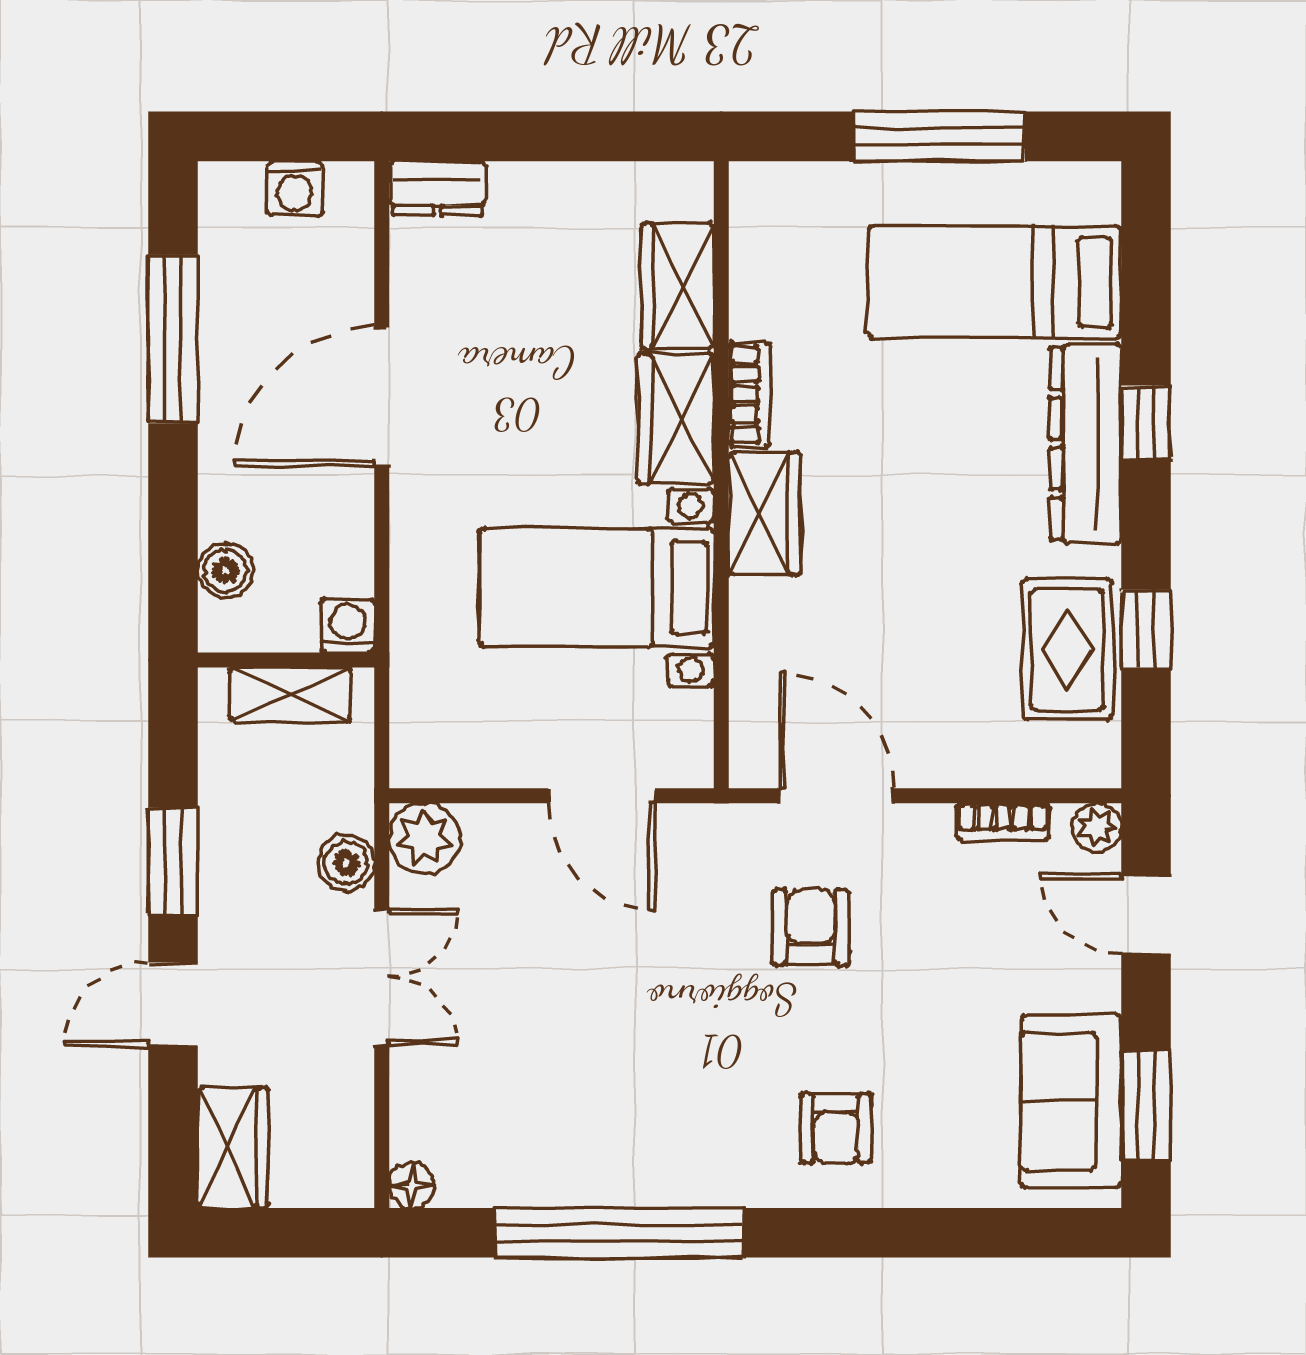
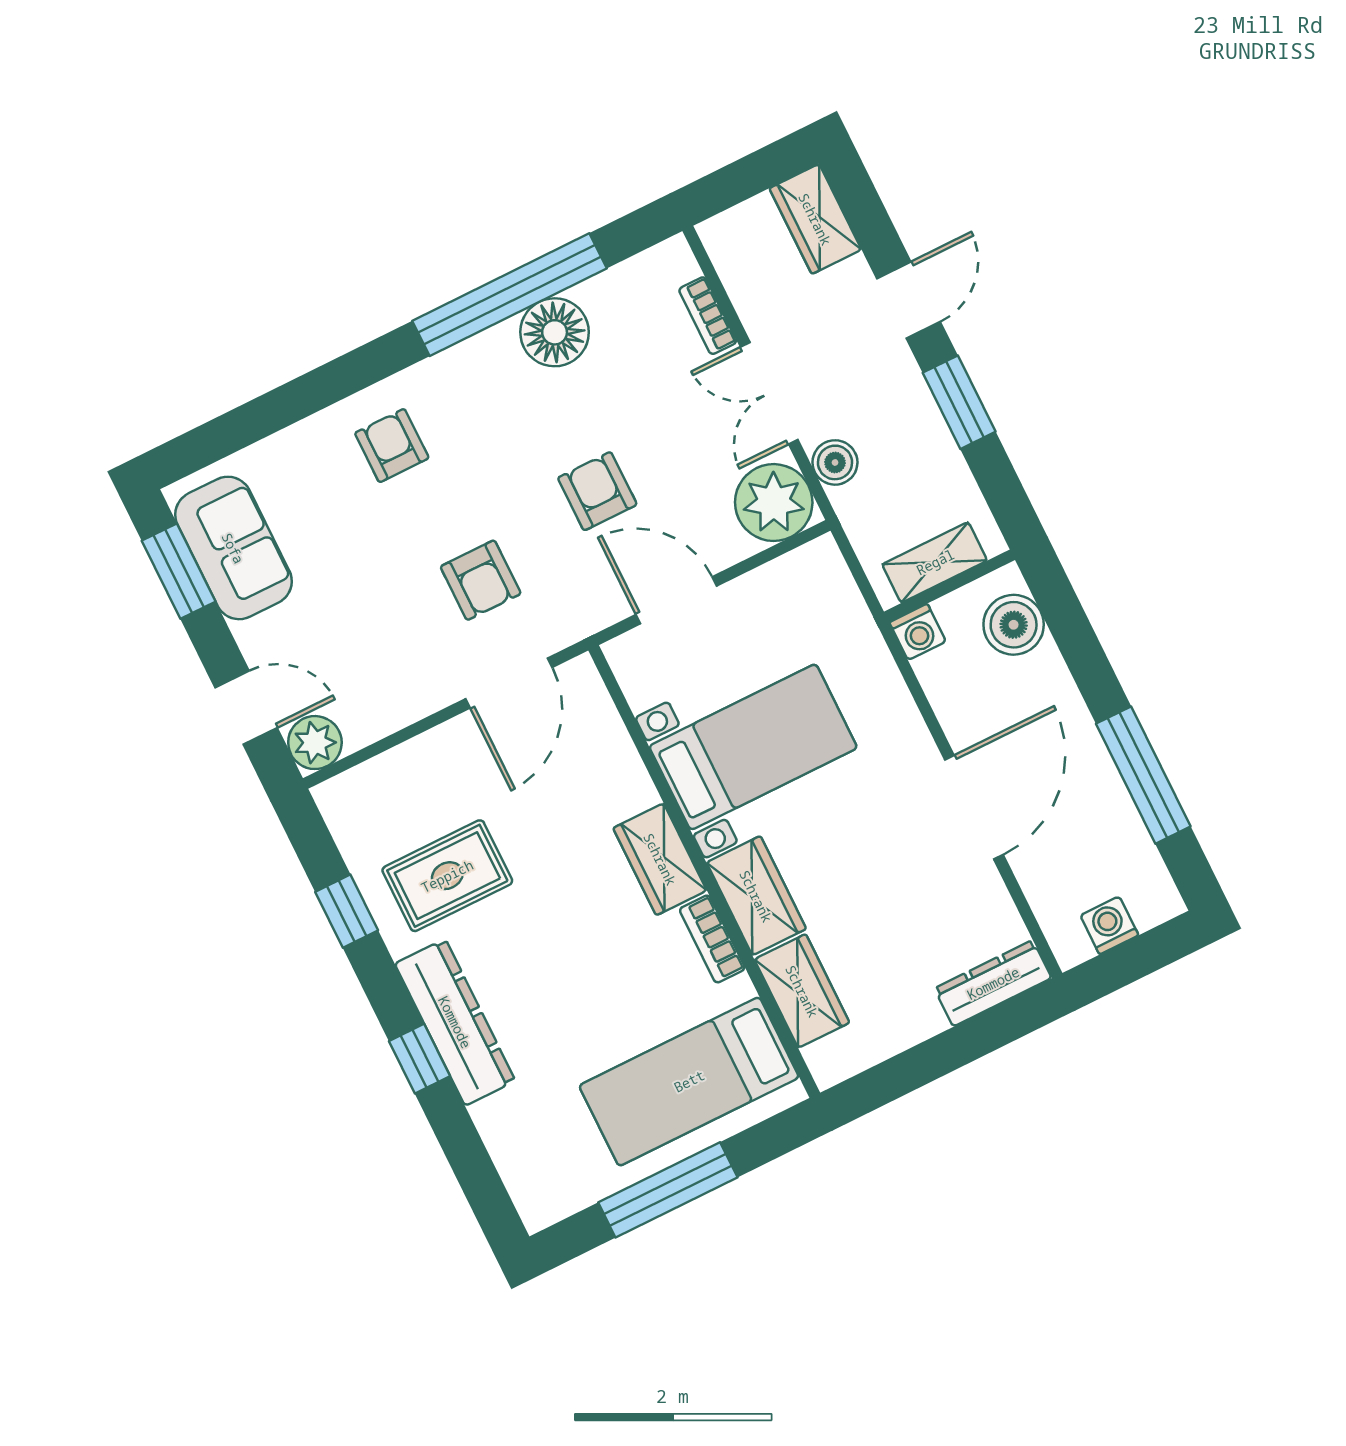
dresser: (437, 188) -> (993, 983), width x1.44
bed: (995, 282) -> (689, 1081), moved, turned 180
boiler: (225, 570) -> (1014, 625), width x1.36, depth x1.36
rug: (1067, 650) -> (447, 876), moved, turned 90
door: (836, 796) -> (509, 683), hinge flipped
bookcase: (1003, 822) -> (708, 316), moved, turned -90
plant: (1097, 827) -> (315, 743), width x1.38, depth x1.38
plant: (425, 839) -> (774, 503), width x1.36, depth x1.36
armchair: (630, 963) -> (597, 491), added
floor lamp: (412, 1185) -> (555, 332), moved, width x1.89, depth x1.89

